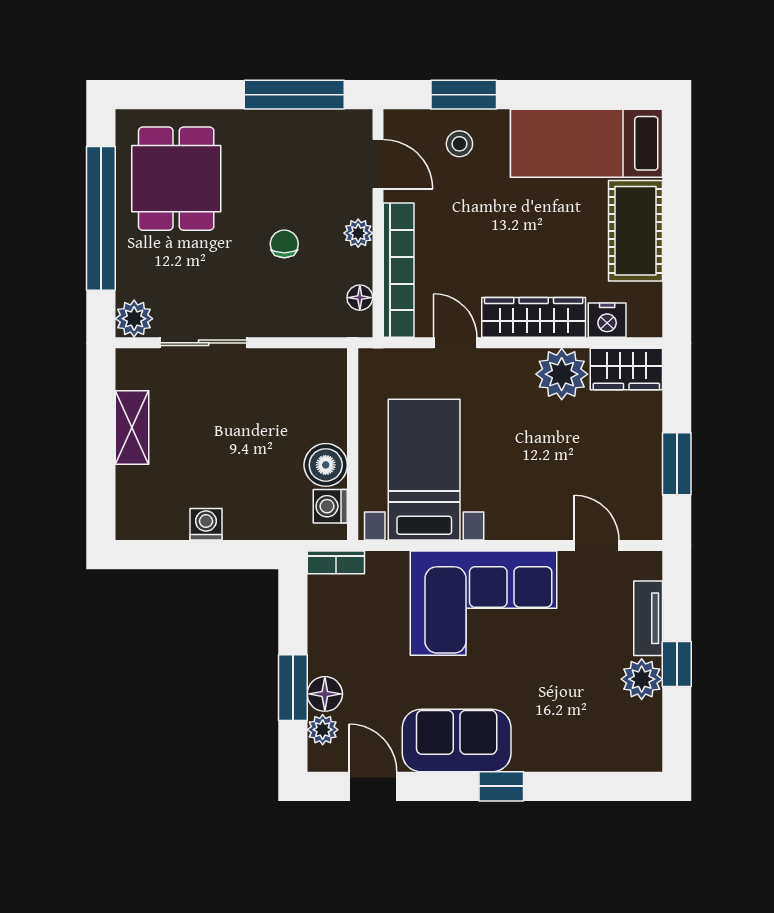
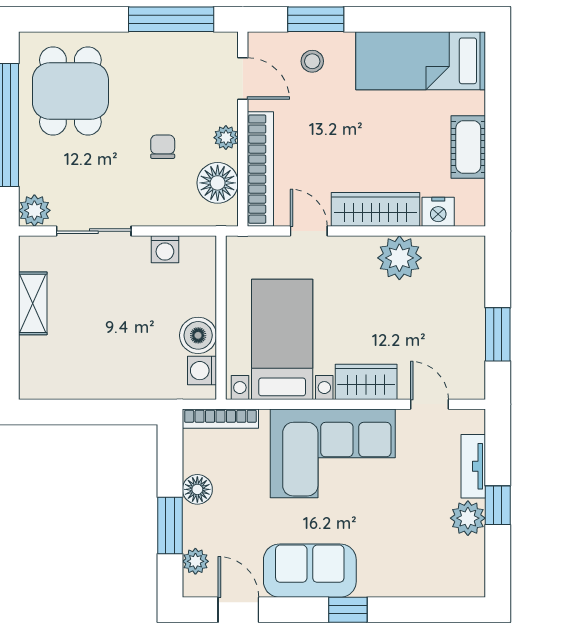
cot: (635, 231) -> (468, 147), width x0.73, depth x0.75
floor lamp: (360, 298) -> (218, 183), width x1.89, depth x1.89
wardrobe: (626, 369) -> (366, 382), moved, turned 180
washing machine: (206, 524) -> (165, 249), moved, turned 180
bookcase: (336, 562) -> (220, 419), width x1.56
floor lamp: (325, 694) -> (197, 489), moved

